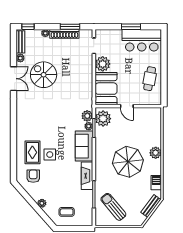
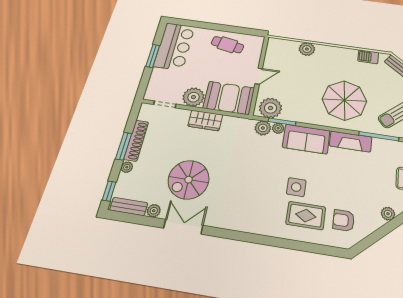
window: (70, 27) -> (124, 146), moved
wardrobe: (86, 76) -> (205, 120), added
plant: (156, 153) -> (307, 49), moved
side table: (50, 155) -> (296, 187), moved
parasol: (128, 162) -> (344, 100), moved

